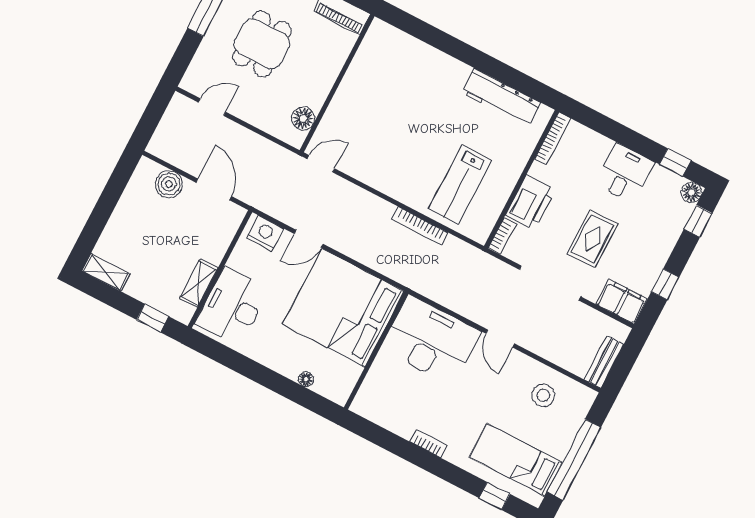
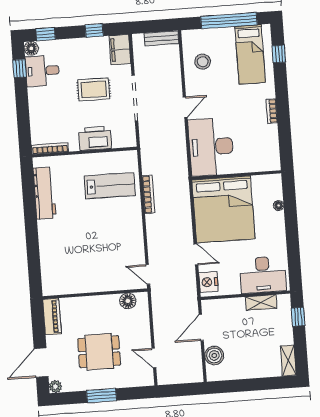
desk: (625, 173) -> (42, 71), moved
bookcase: (502, 236) -> (124, 143), removed

